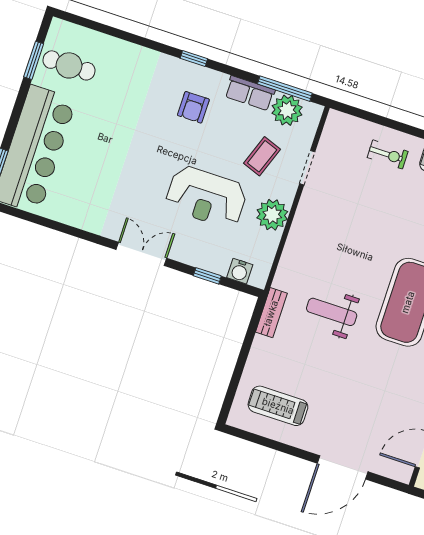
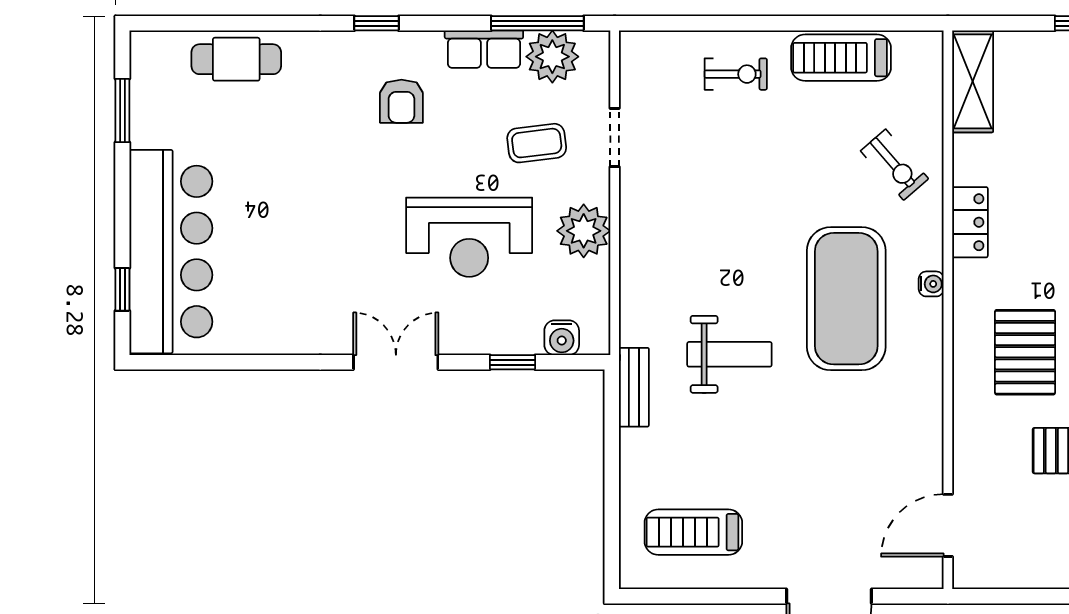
cafe table: (69, 65) -> (236, 59), moved
coffee table: (262, 156) -> (537, 143), turned 63
weight bench: (332, 312) -> (729, 354), turned 180

